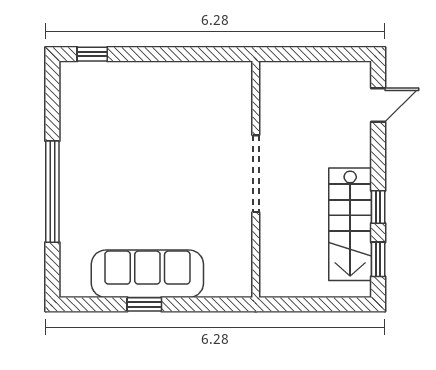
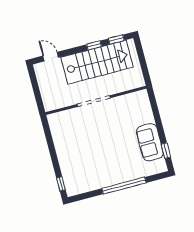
stairs: (350, 224) -> (97, 62), width x1.36, depth x1.51
sofa: (147, 274) -> (150, 142), width x0.73
window: (144, 304) -> (166, 151), moved

